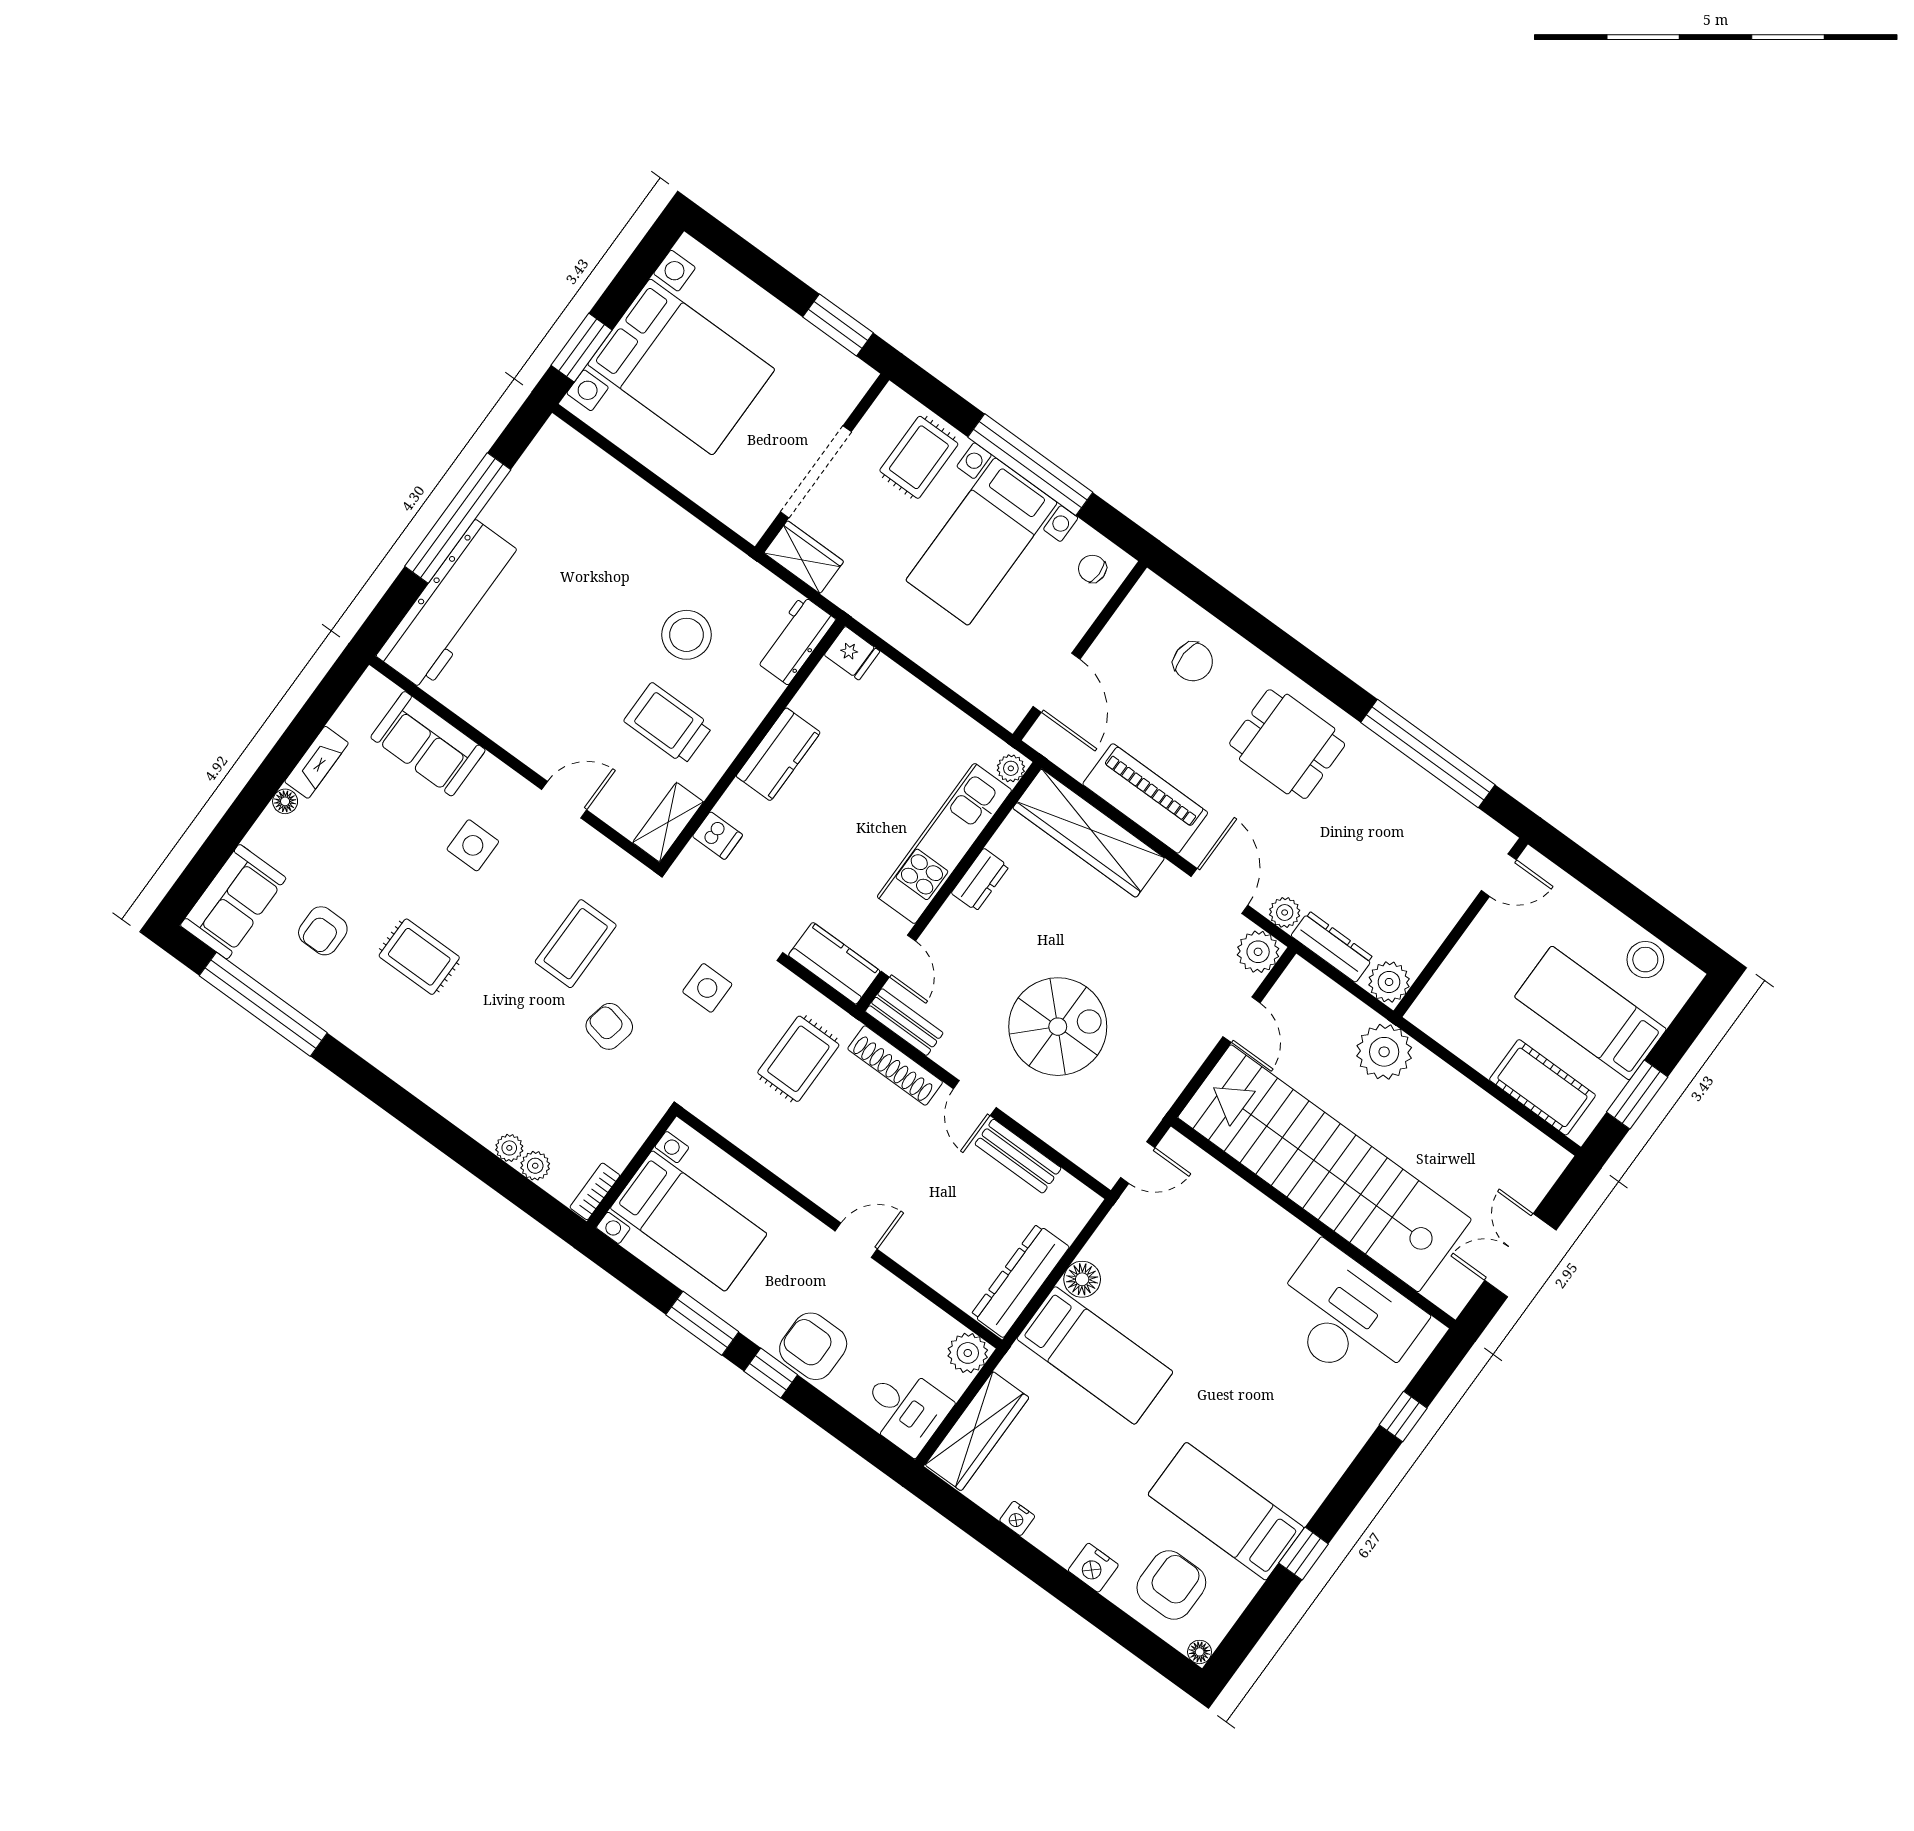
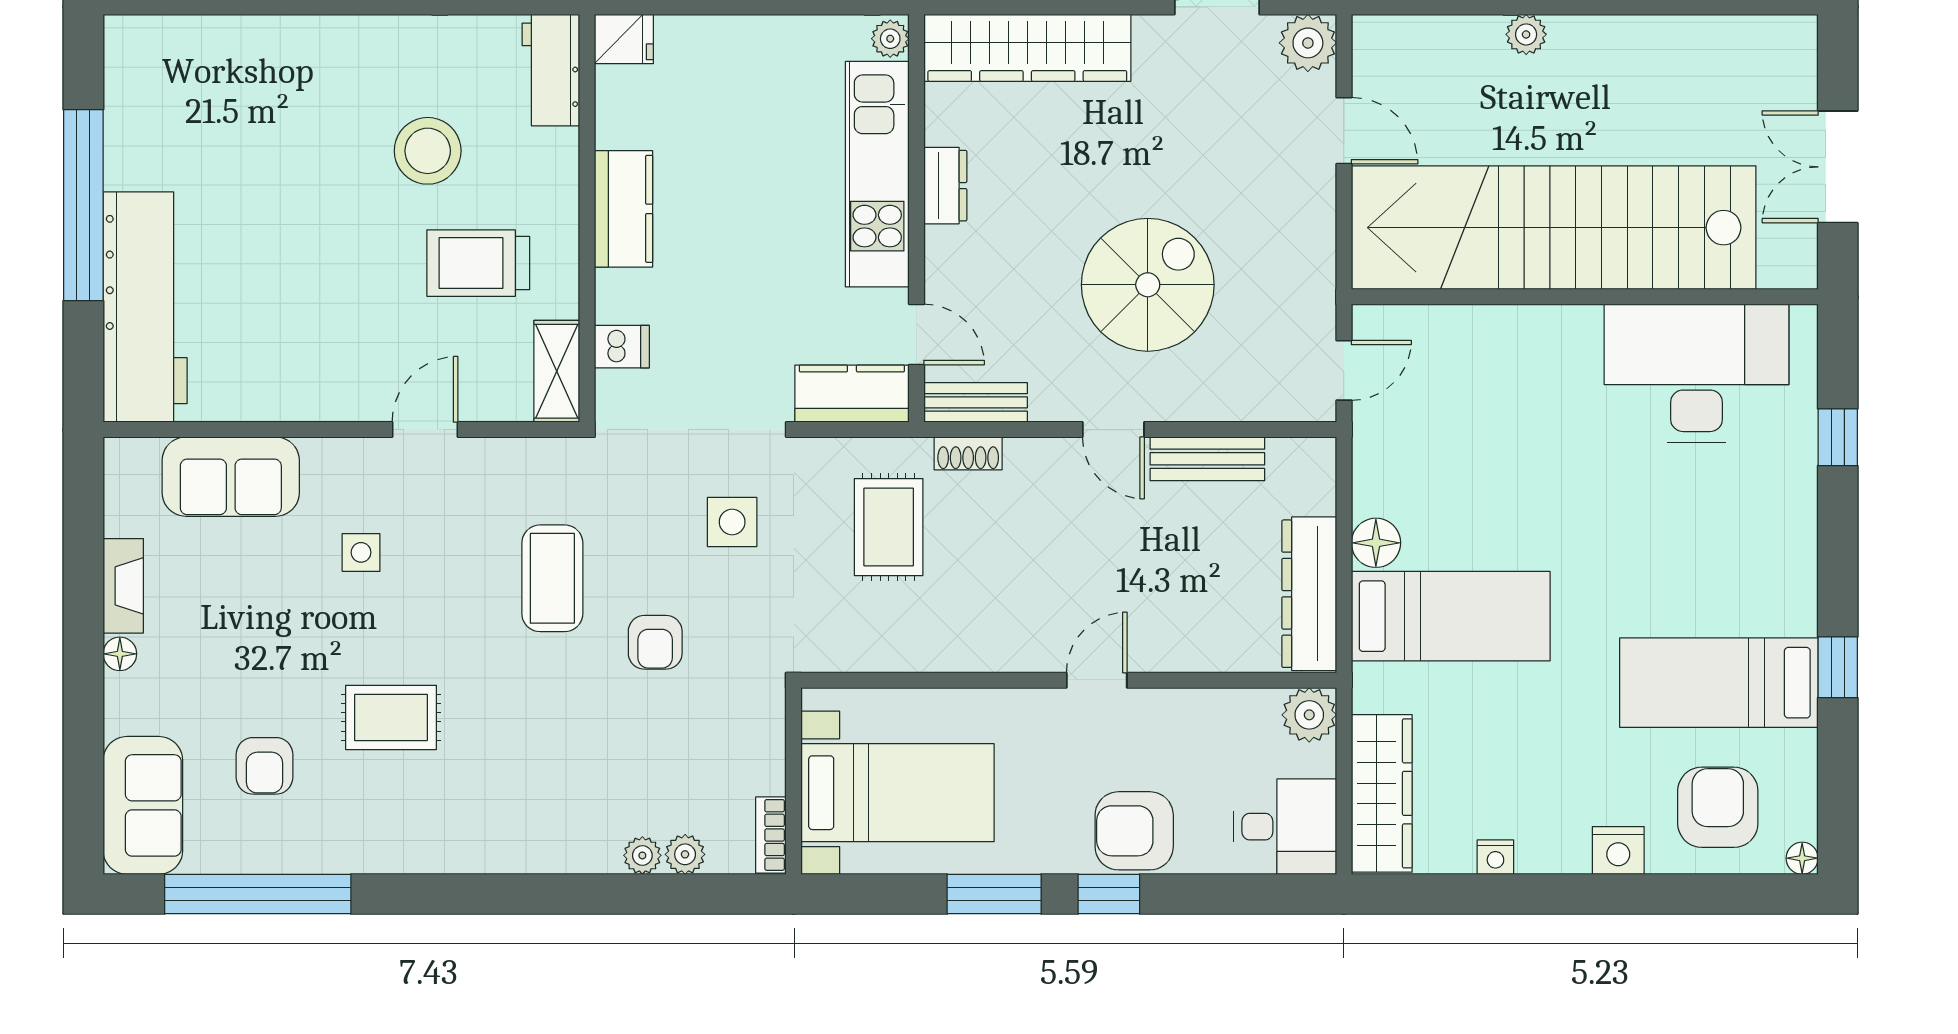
side table: (473, 845) -> (361, 552), width x0.73, depth x0.73
armchair: (609, 1026) -> (655, 642), turned -102
plant: (1384, 1052) -> (1526, 34), width x0.53, depth x0.53
shoe rack: (895, 1065) -> (968, 453), width x0.51, depth x0.81

